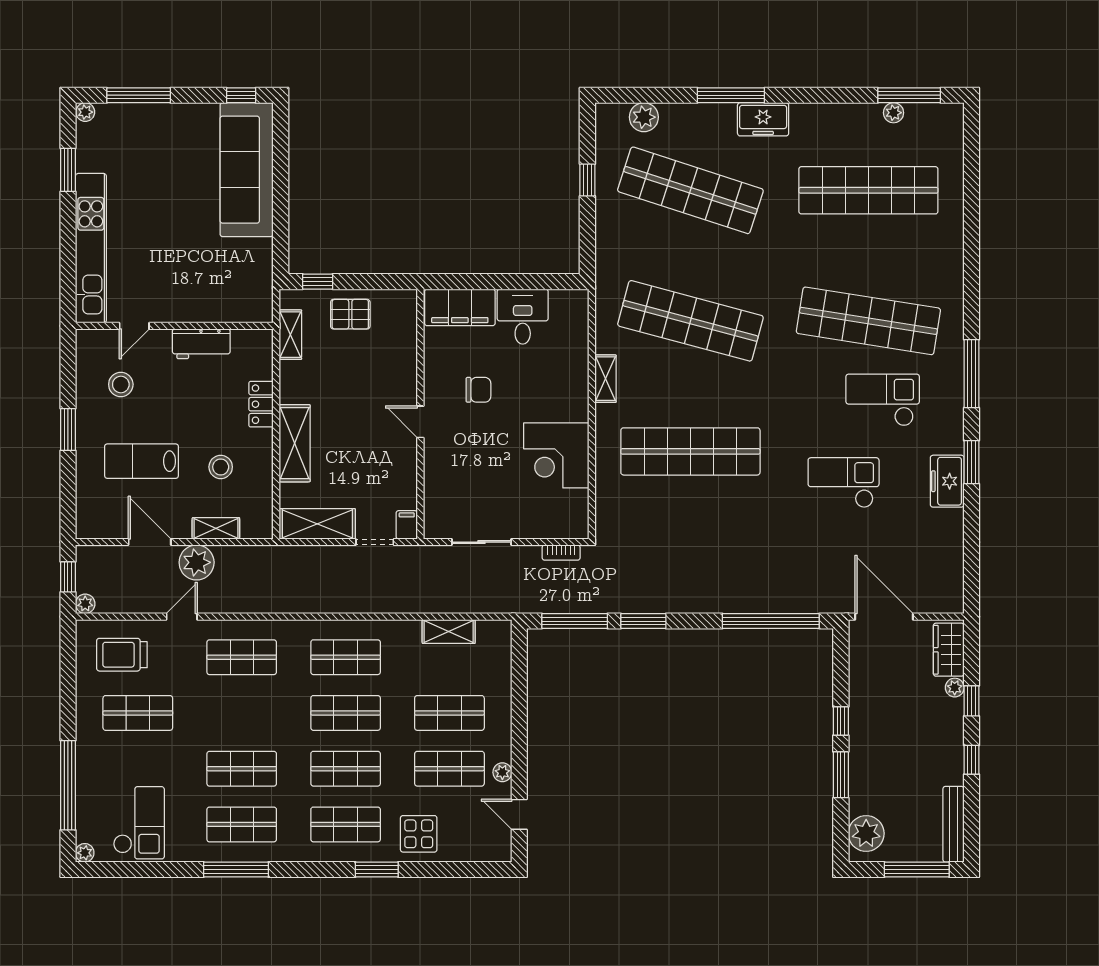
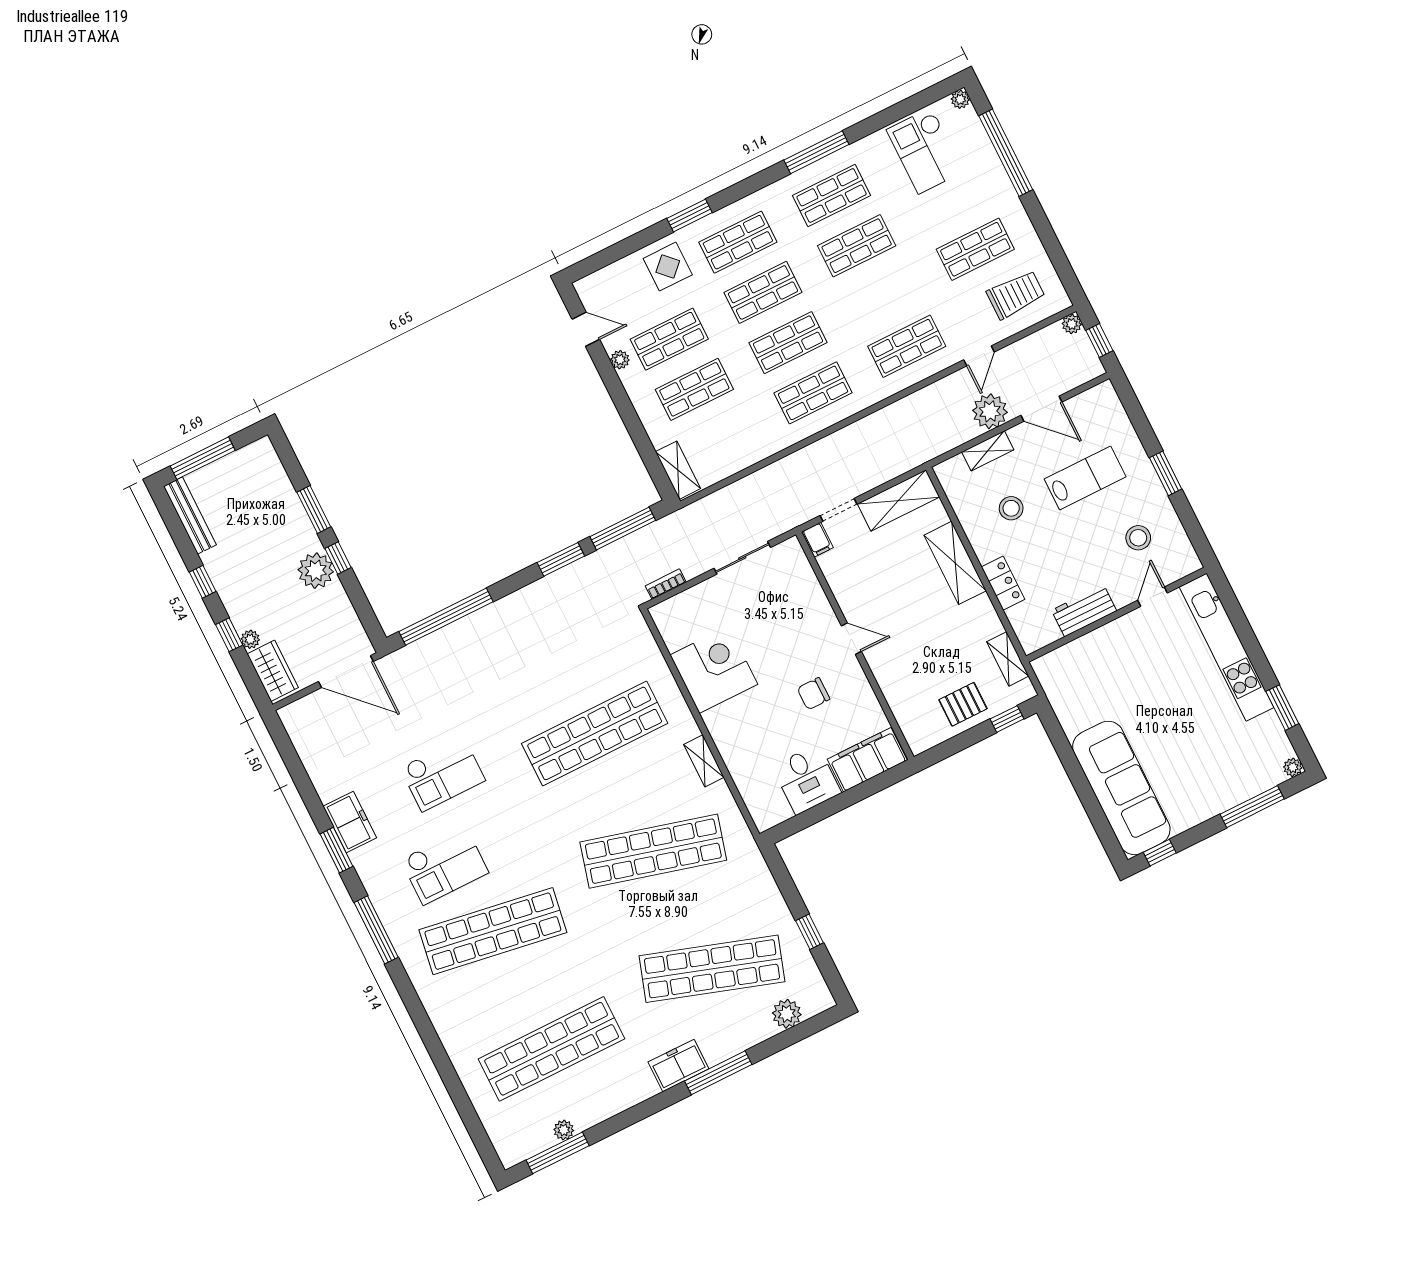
shelving: (449, 631) -> (678, 470), moved, turned 90
plant: (866, 833) -> (316, 571), moved

